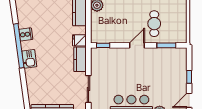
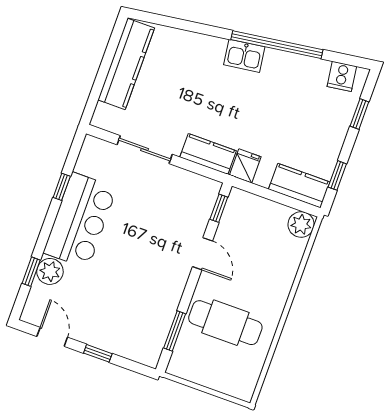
cafe table: (154, 24) -> (225, 323), width x1.37, depth x1.35
cooker: (26, 34) -> (342, 76), moved
door: (137, 45) -> (202, 254), moved

